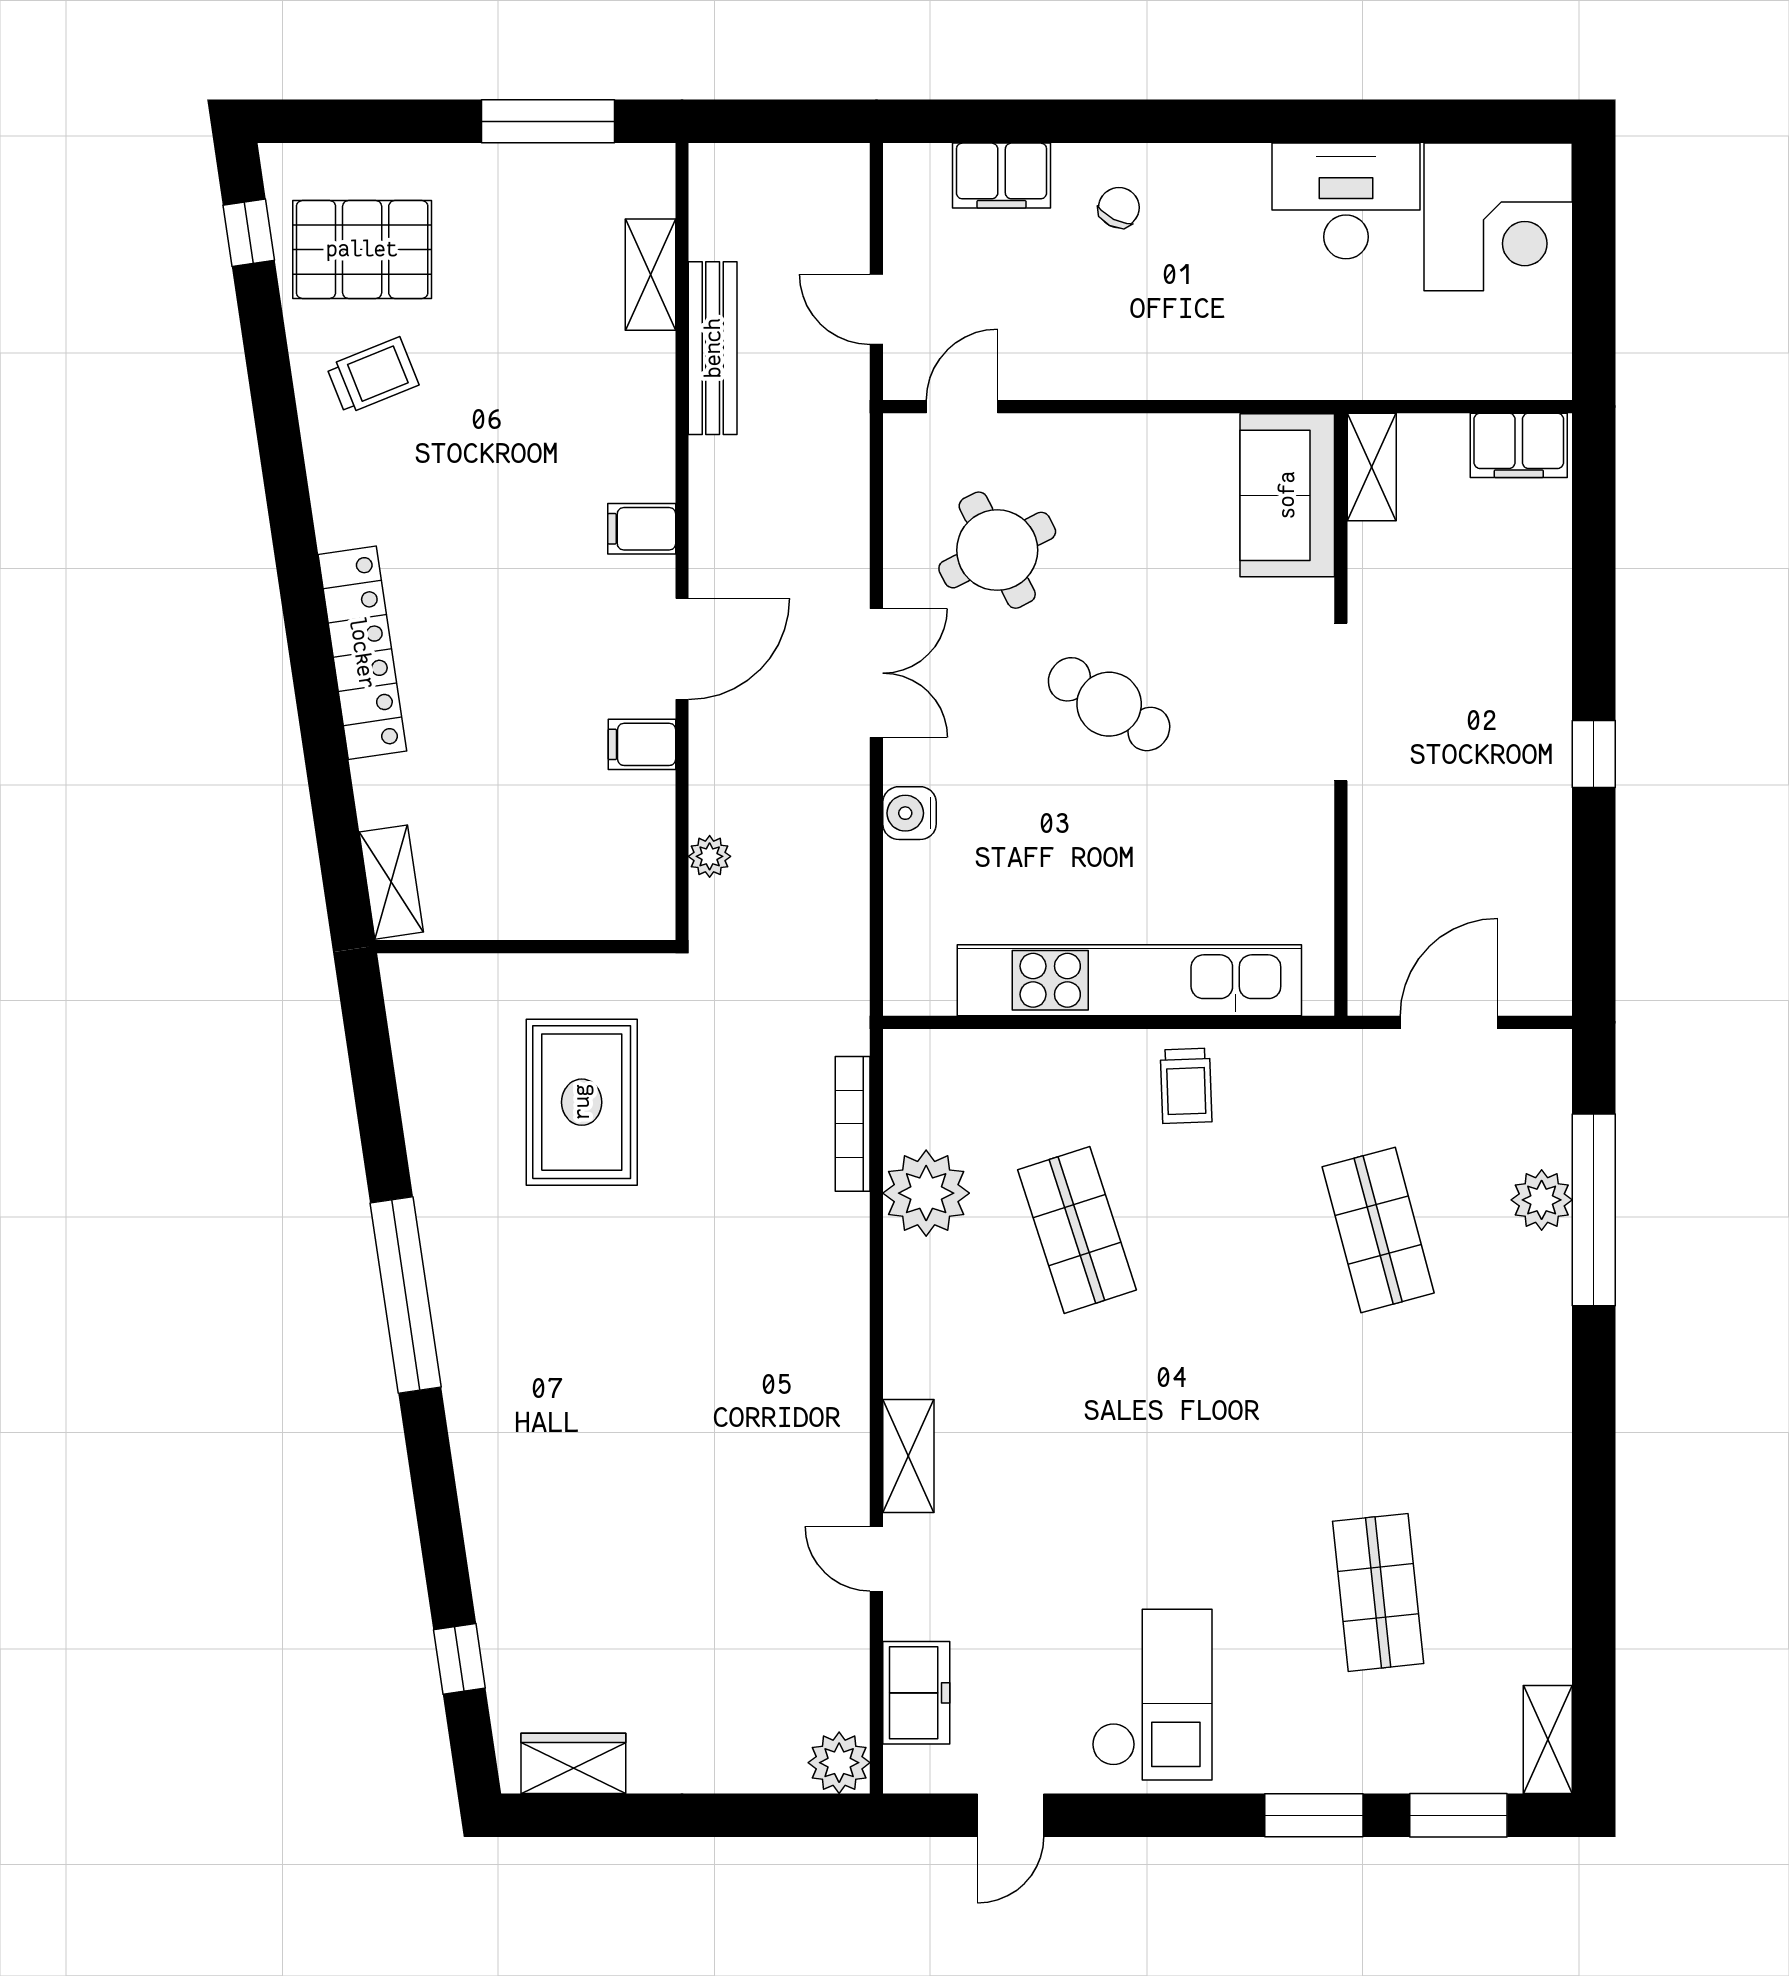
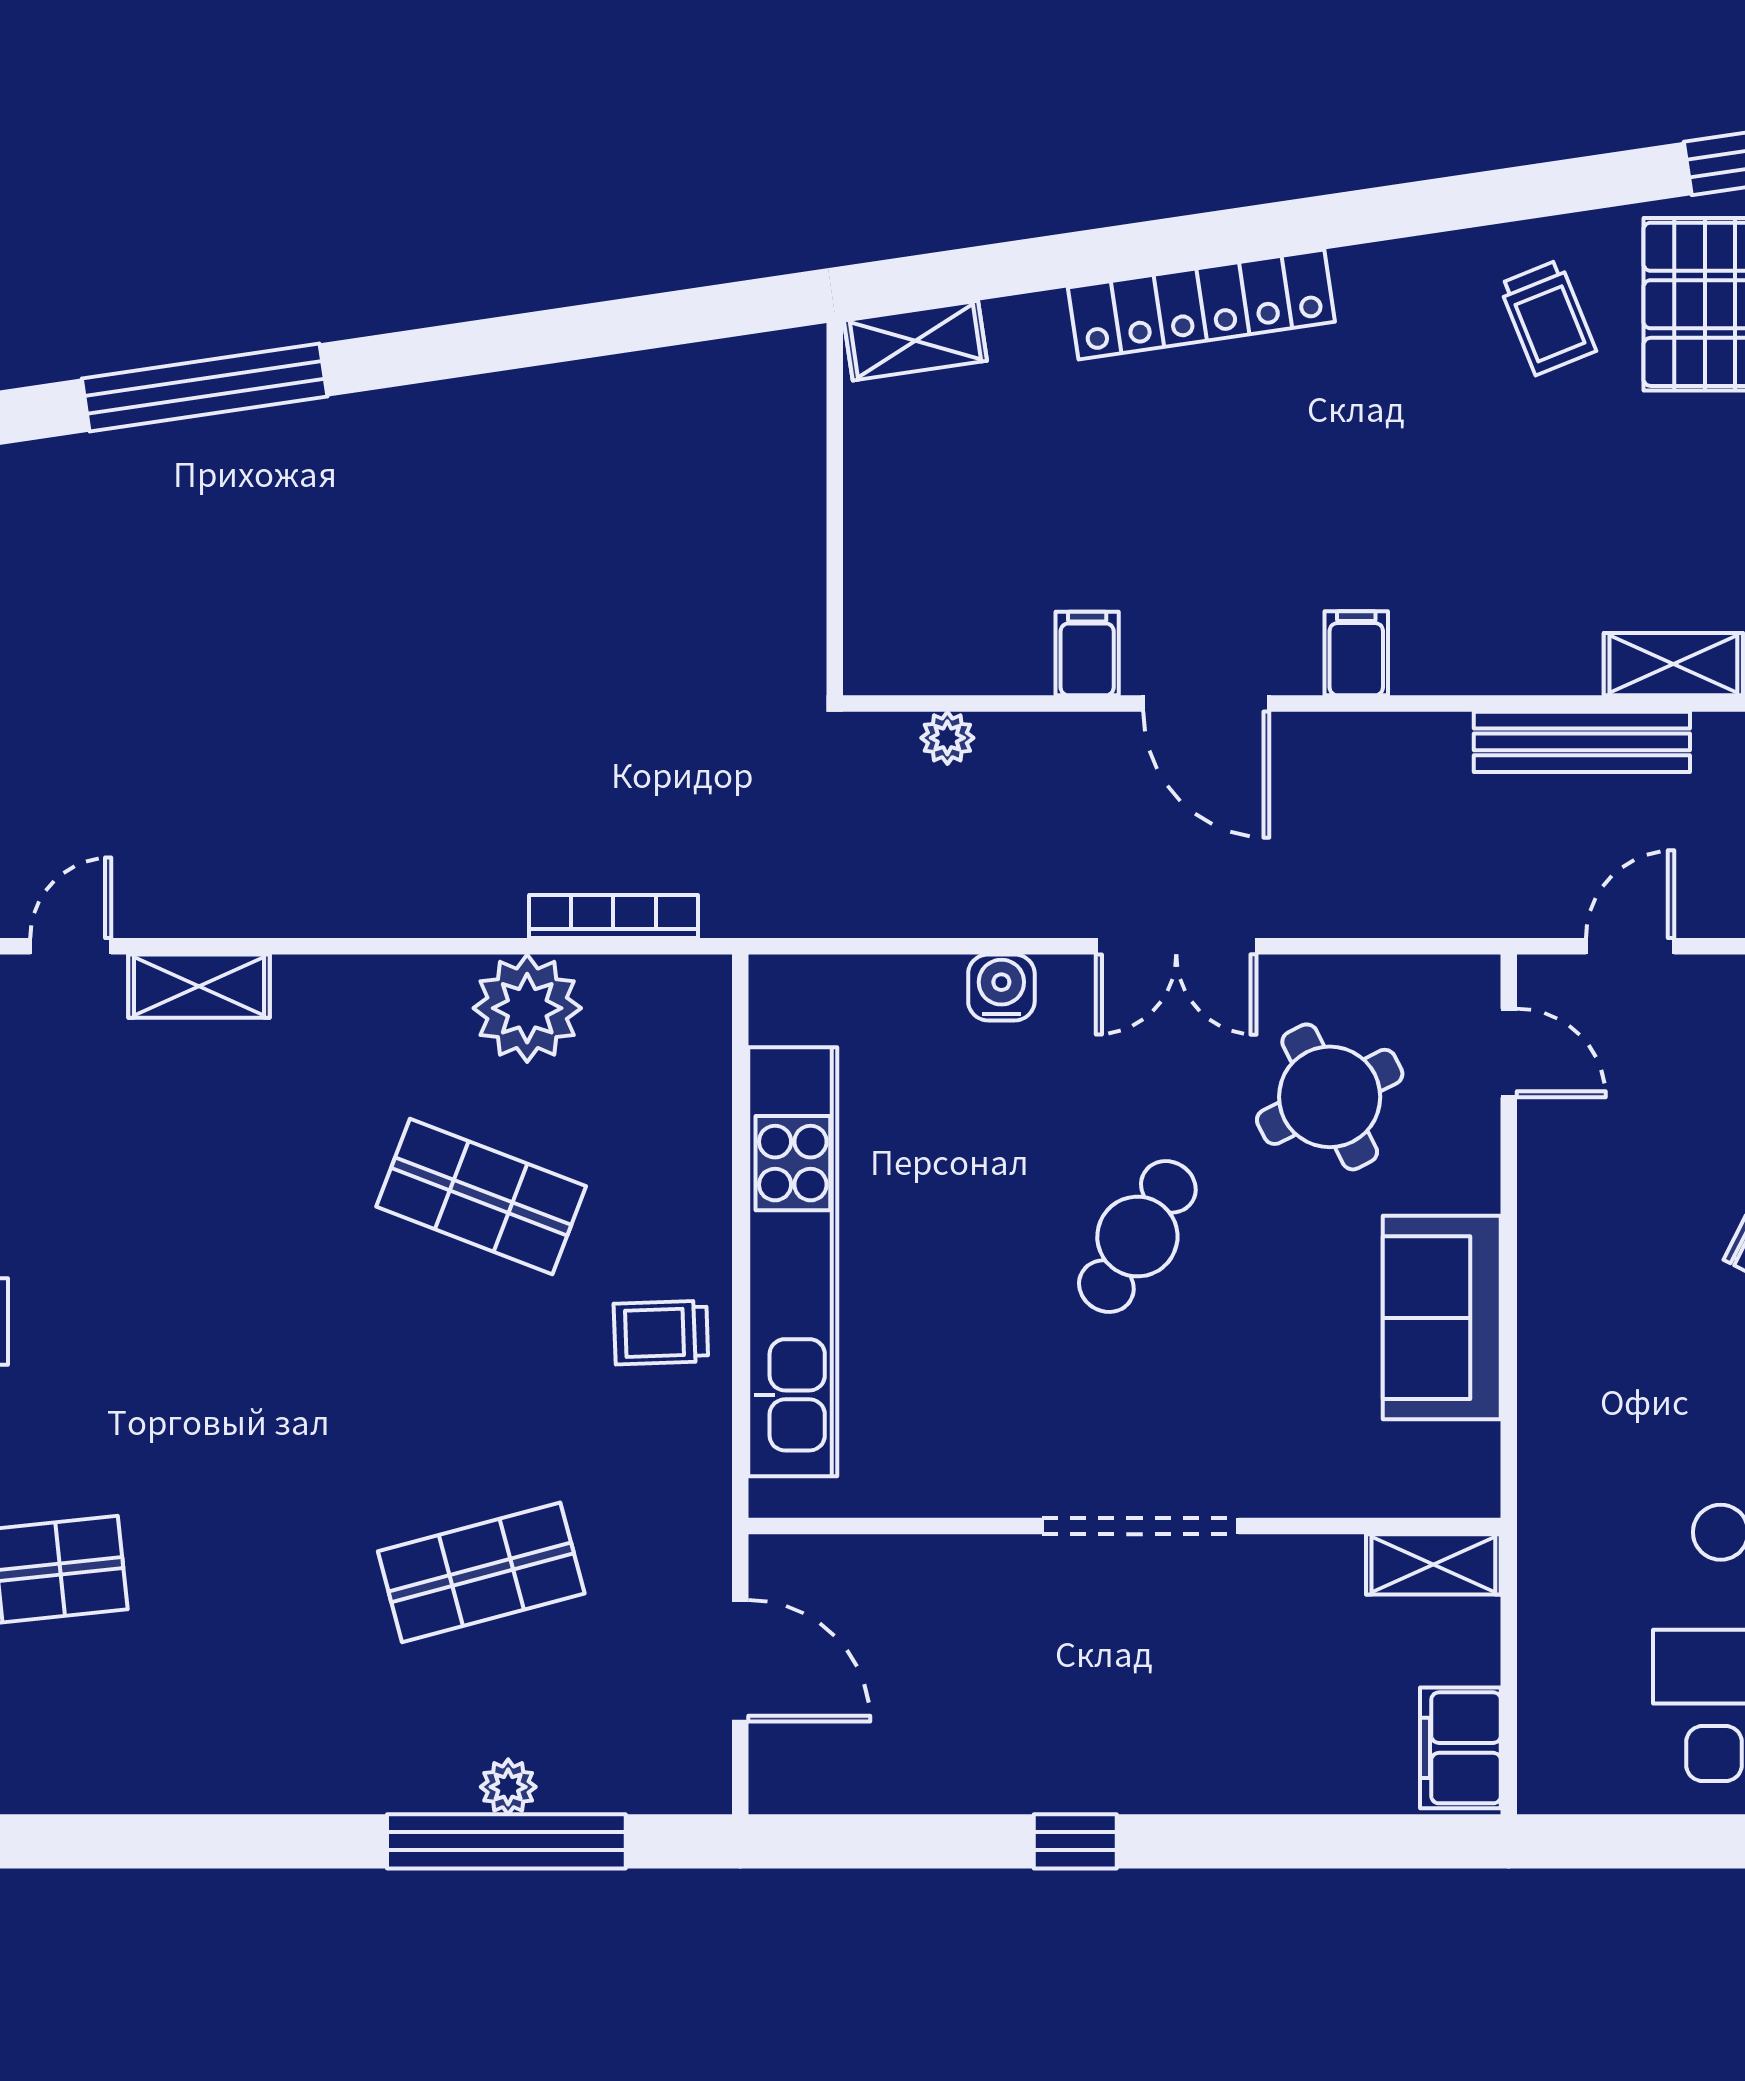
sofa: (1287, 495) -> (1442, 1318), moved, turned -90
rug: (582, 1102) -> (641, 578), removed
plant: (1542, 1200) -> (508, 1787), width x0.73, depth x0.73
shop shelf: (1077, 1230) -> (481, 1196), turned 39
window: (406, 1295) -> (205, 387), moved

